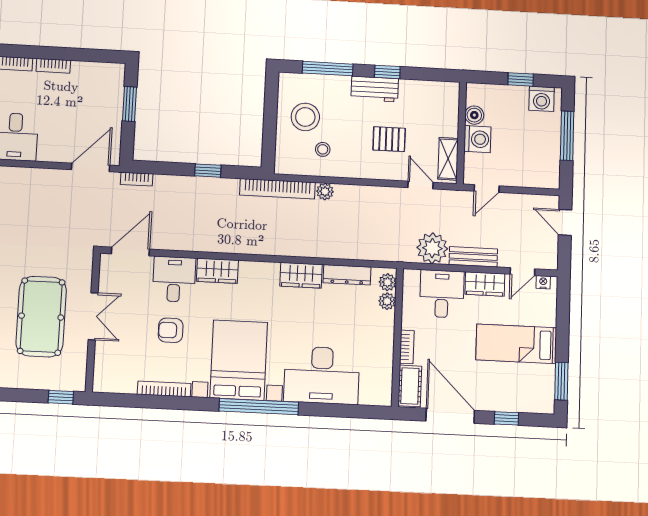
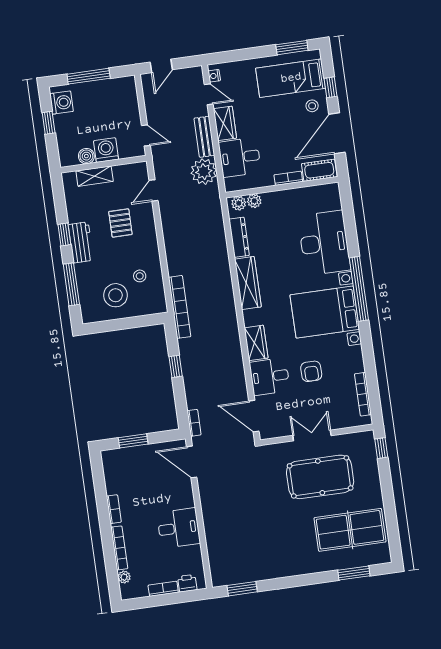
shelving: (448, 159) -> (95, 176), moved
plant: (325, 191) -> (174, 268), removed
wardrobe: (301, 275) -> (248, 283), width x1.50
bed: (516, 344) -> (291, 78), moved, turned 90
bookcase: (164, 389) -> (363, 394), moved
stool: (488, 392) -> (312, 106), added

